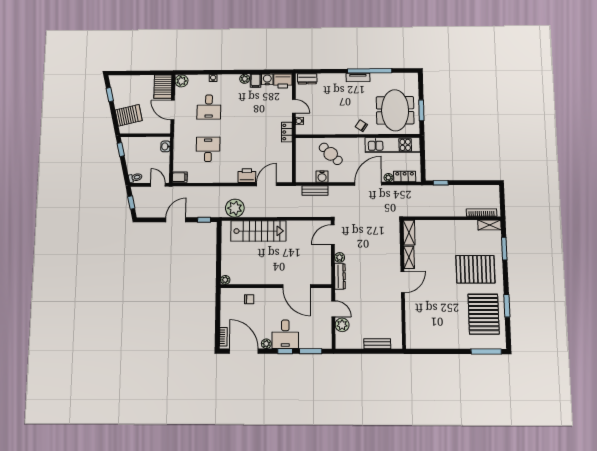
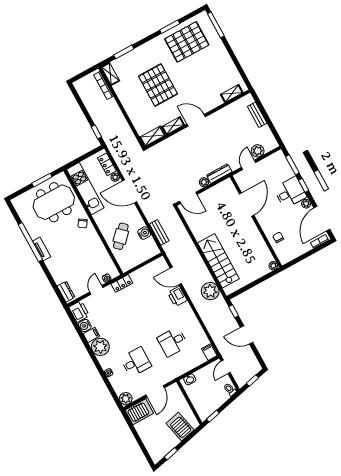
plant: (245, 79) -> (100, 347), width x1.87, depth x1.87
pallet: (475, 269) -> (158, 85), moved
shelving: (411, 330) -> (232, 94), added

